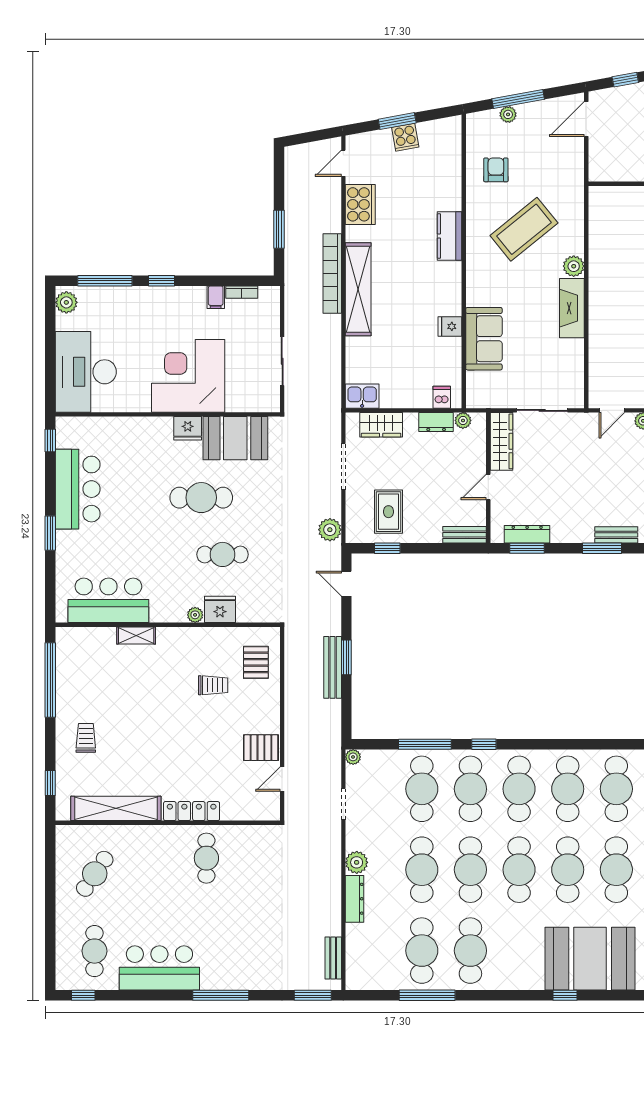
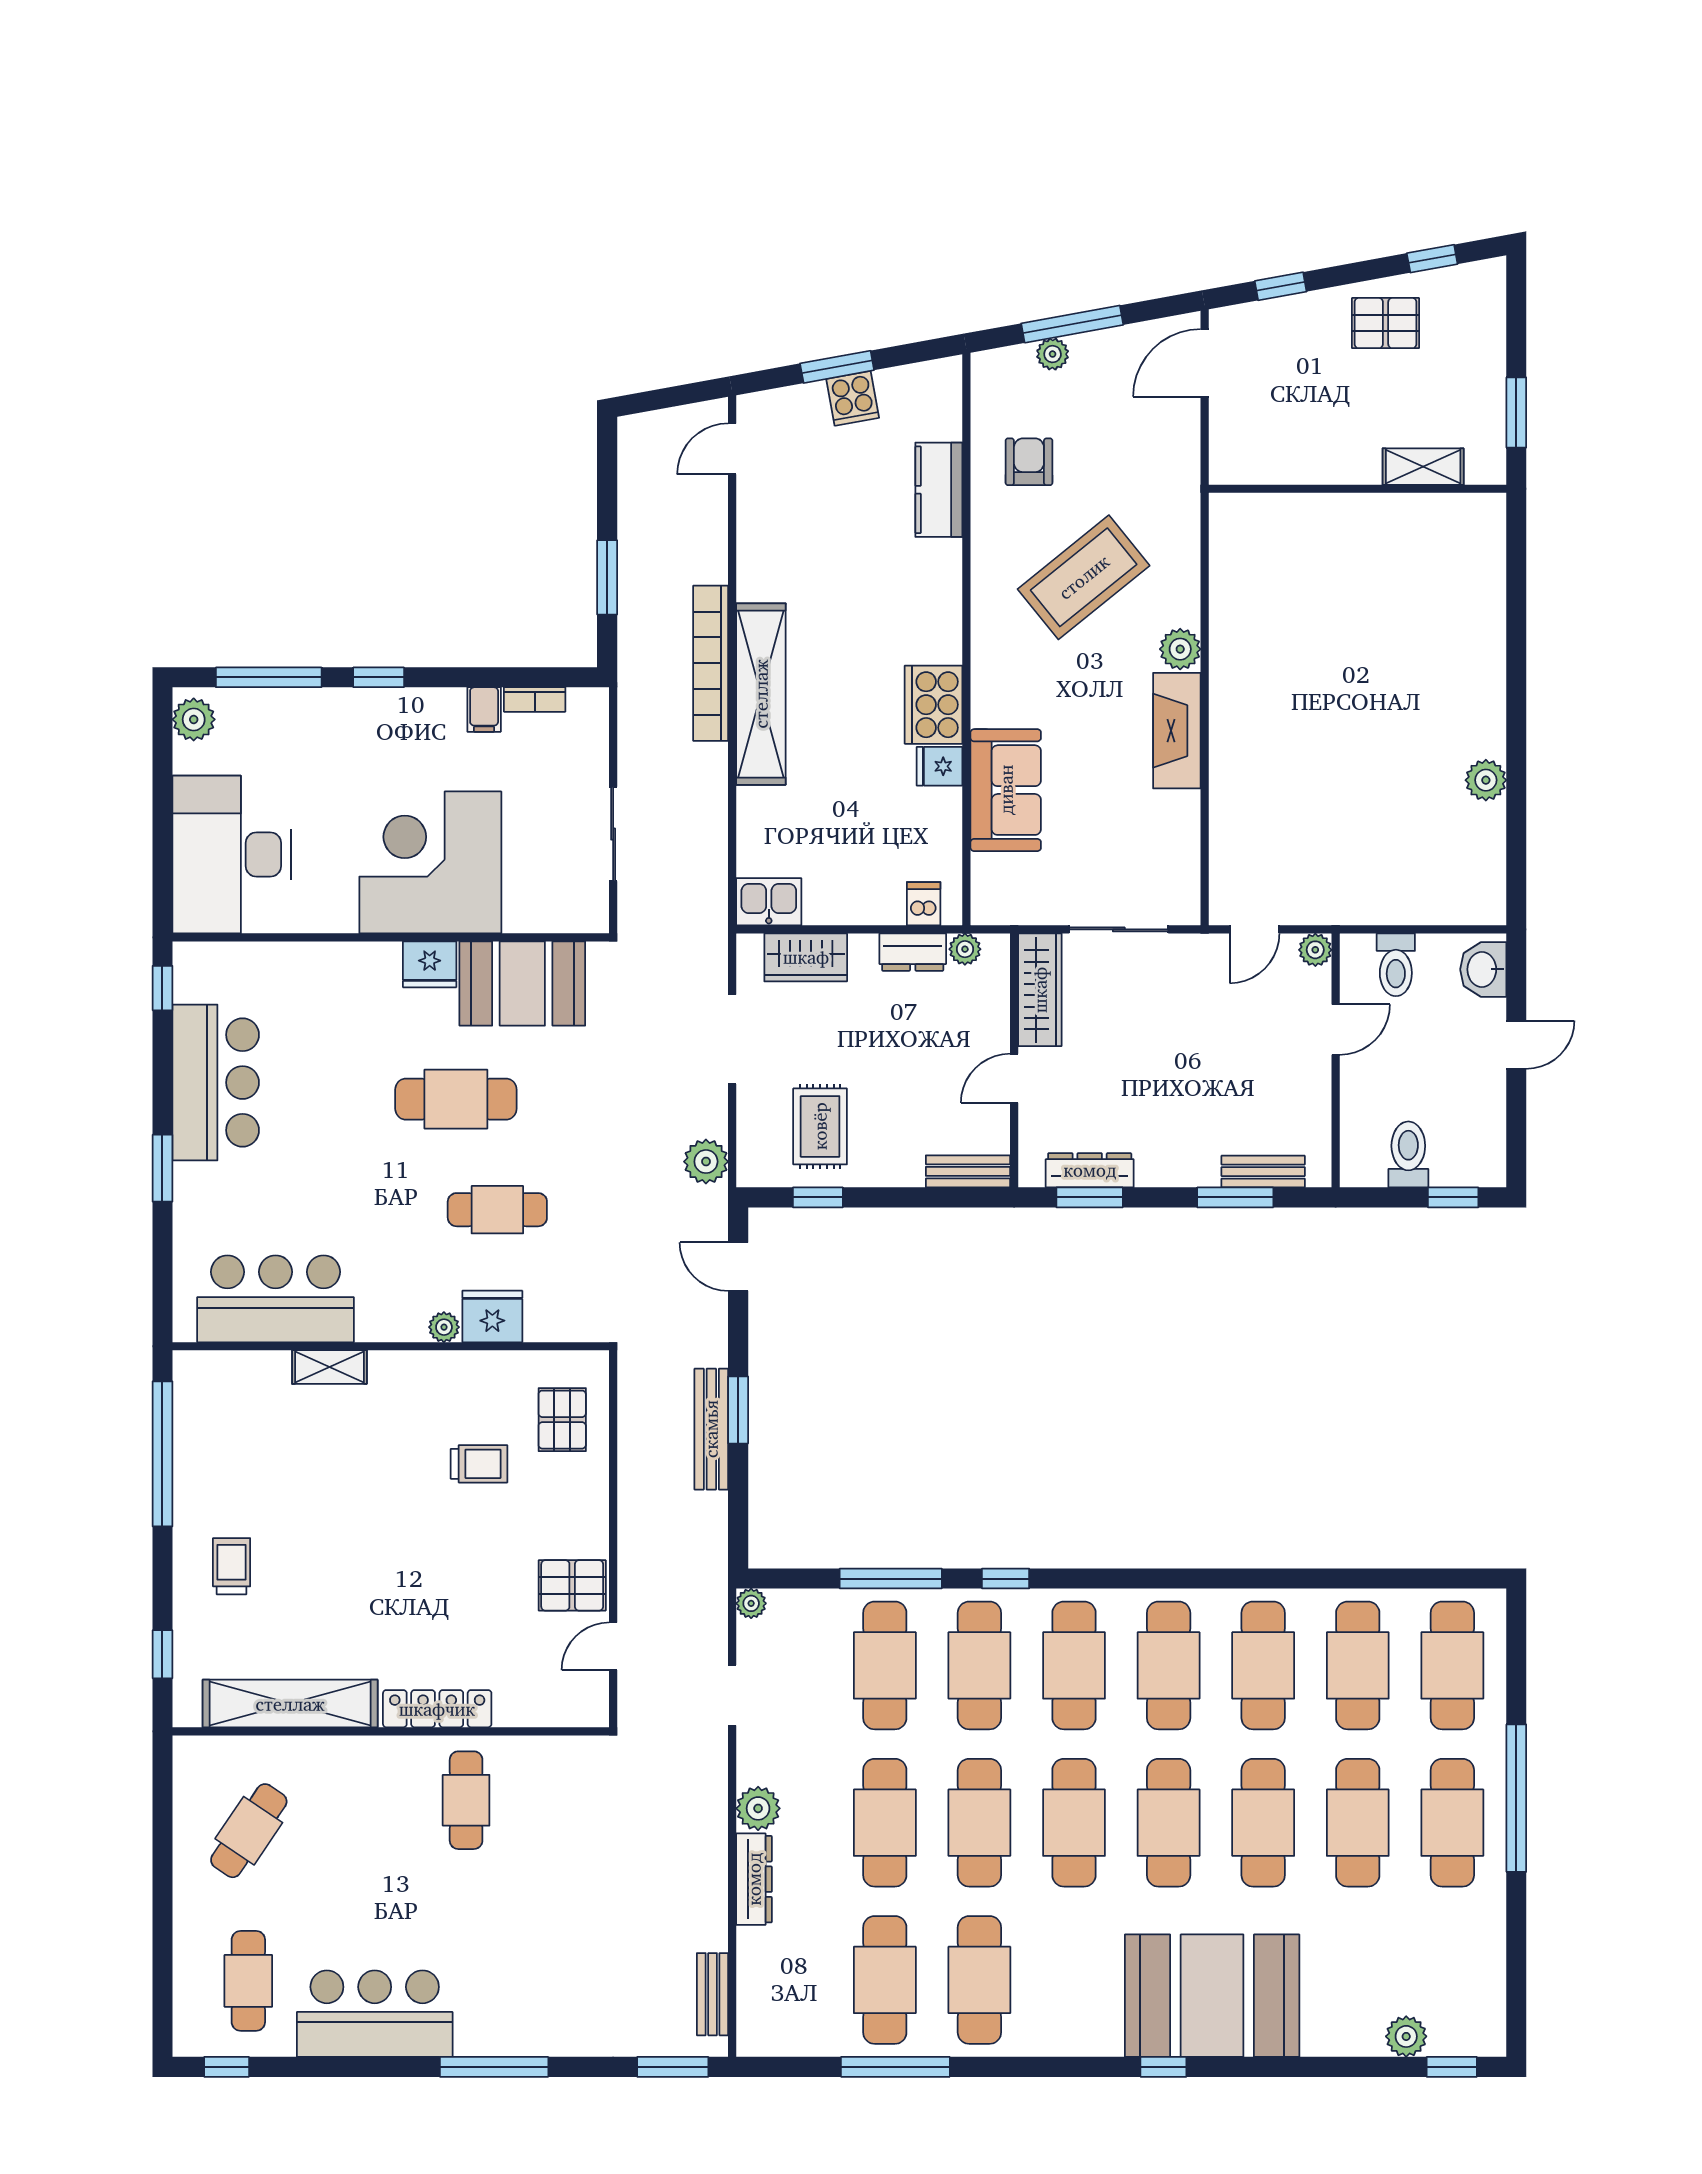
cooker: (360, 204) -> (934, 705), moved, turned 180
kitchen counter: (450, 236) -> (939, 490), moved

